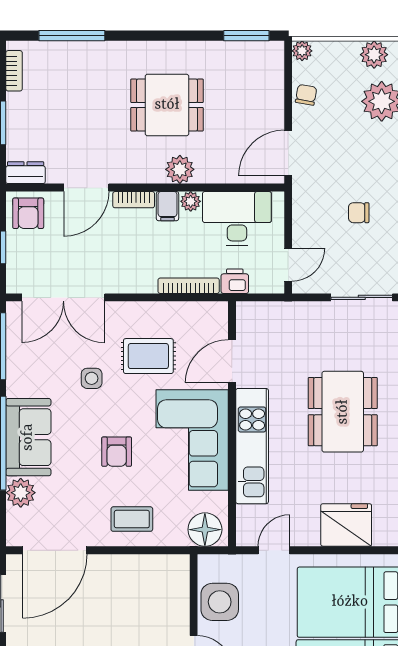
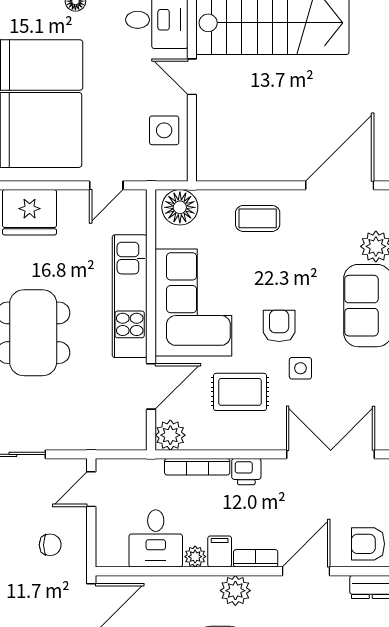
plant: (180, 169) -> (235, 591), moved
armchair: (28, 213) -> (368, 544), turned -90
chair: (359, 213) -> (50, 545), moved
desk: (237, 218) -> (156, 538), width x0.73
printer: (235, 281) -> (246, 472), moved
plant: (214, 315) -> (170, 435), added
armchair: (117, 452) -> (279, 326), moved
side table: (220, 602) -> (164, 130), width x0.73, depth x0.73

